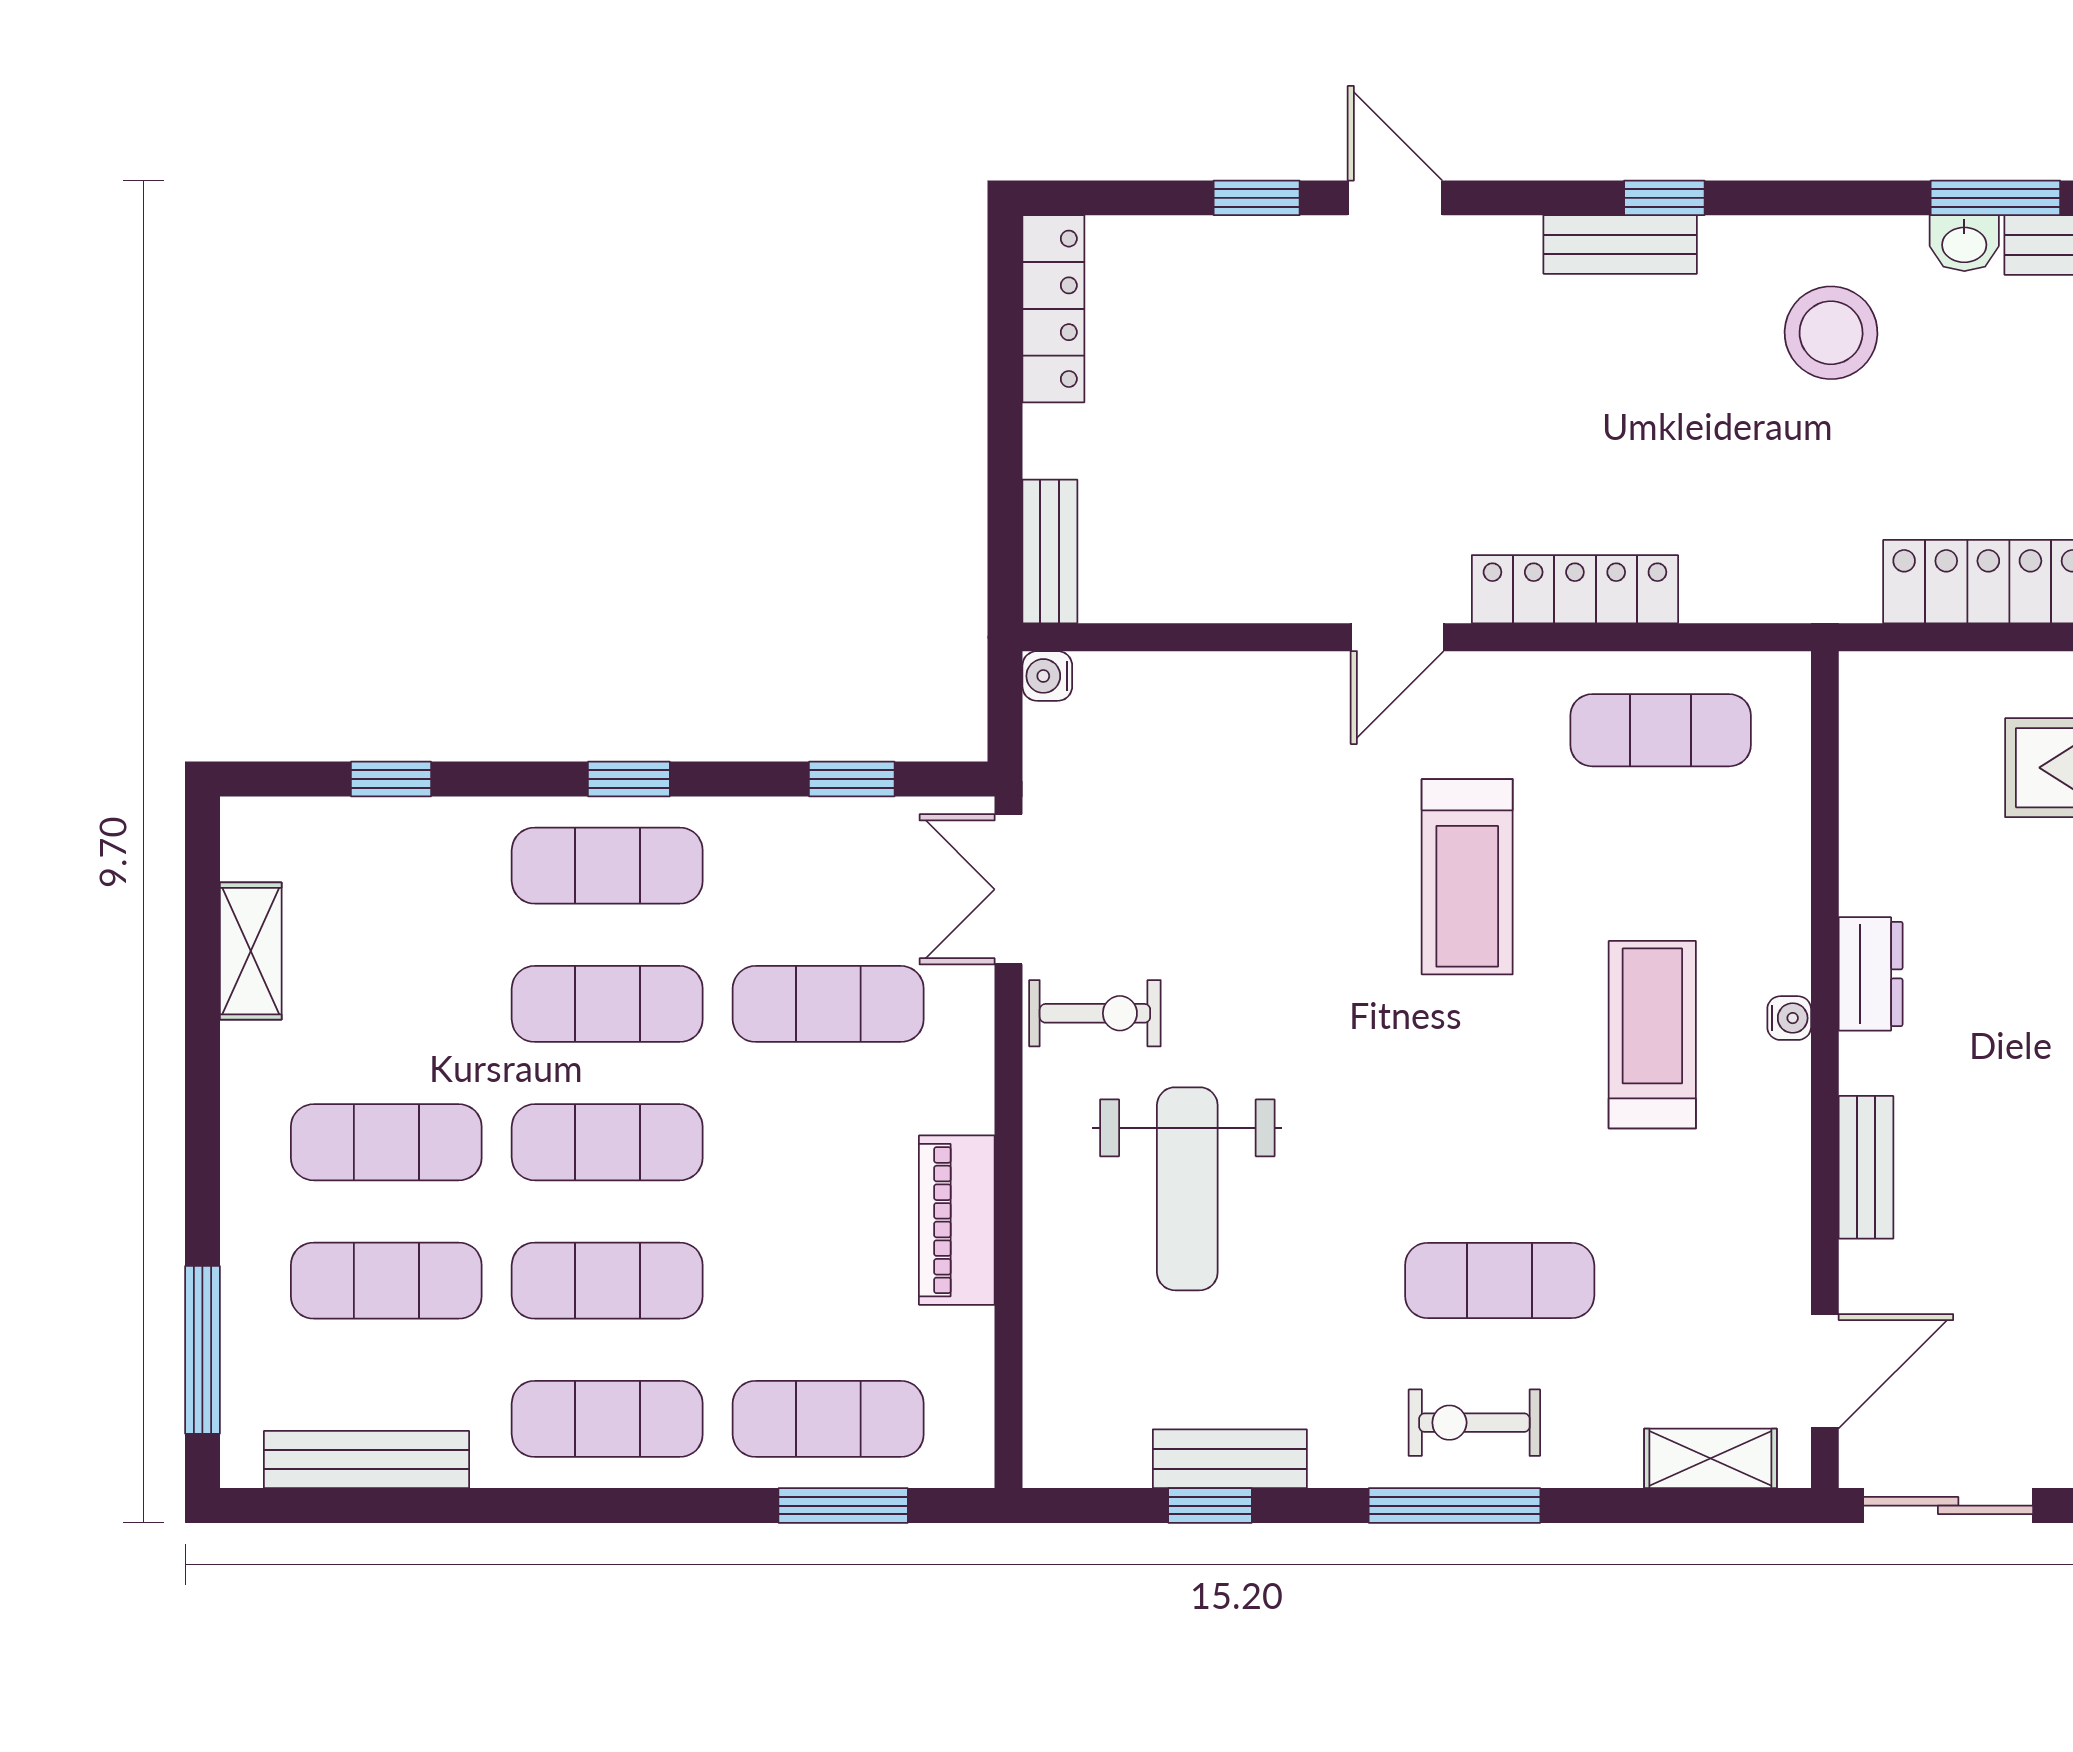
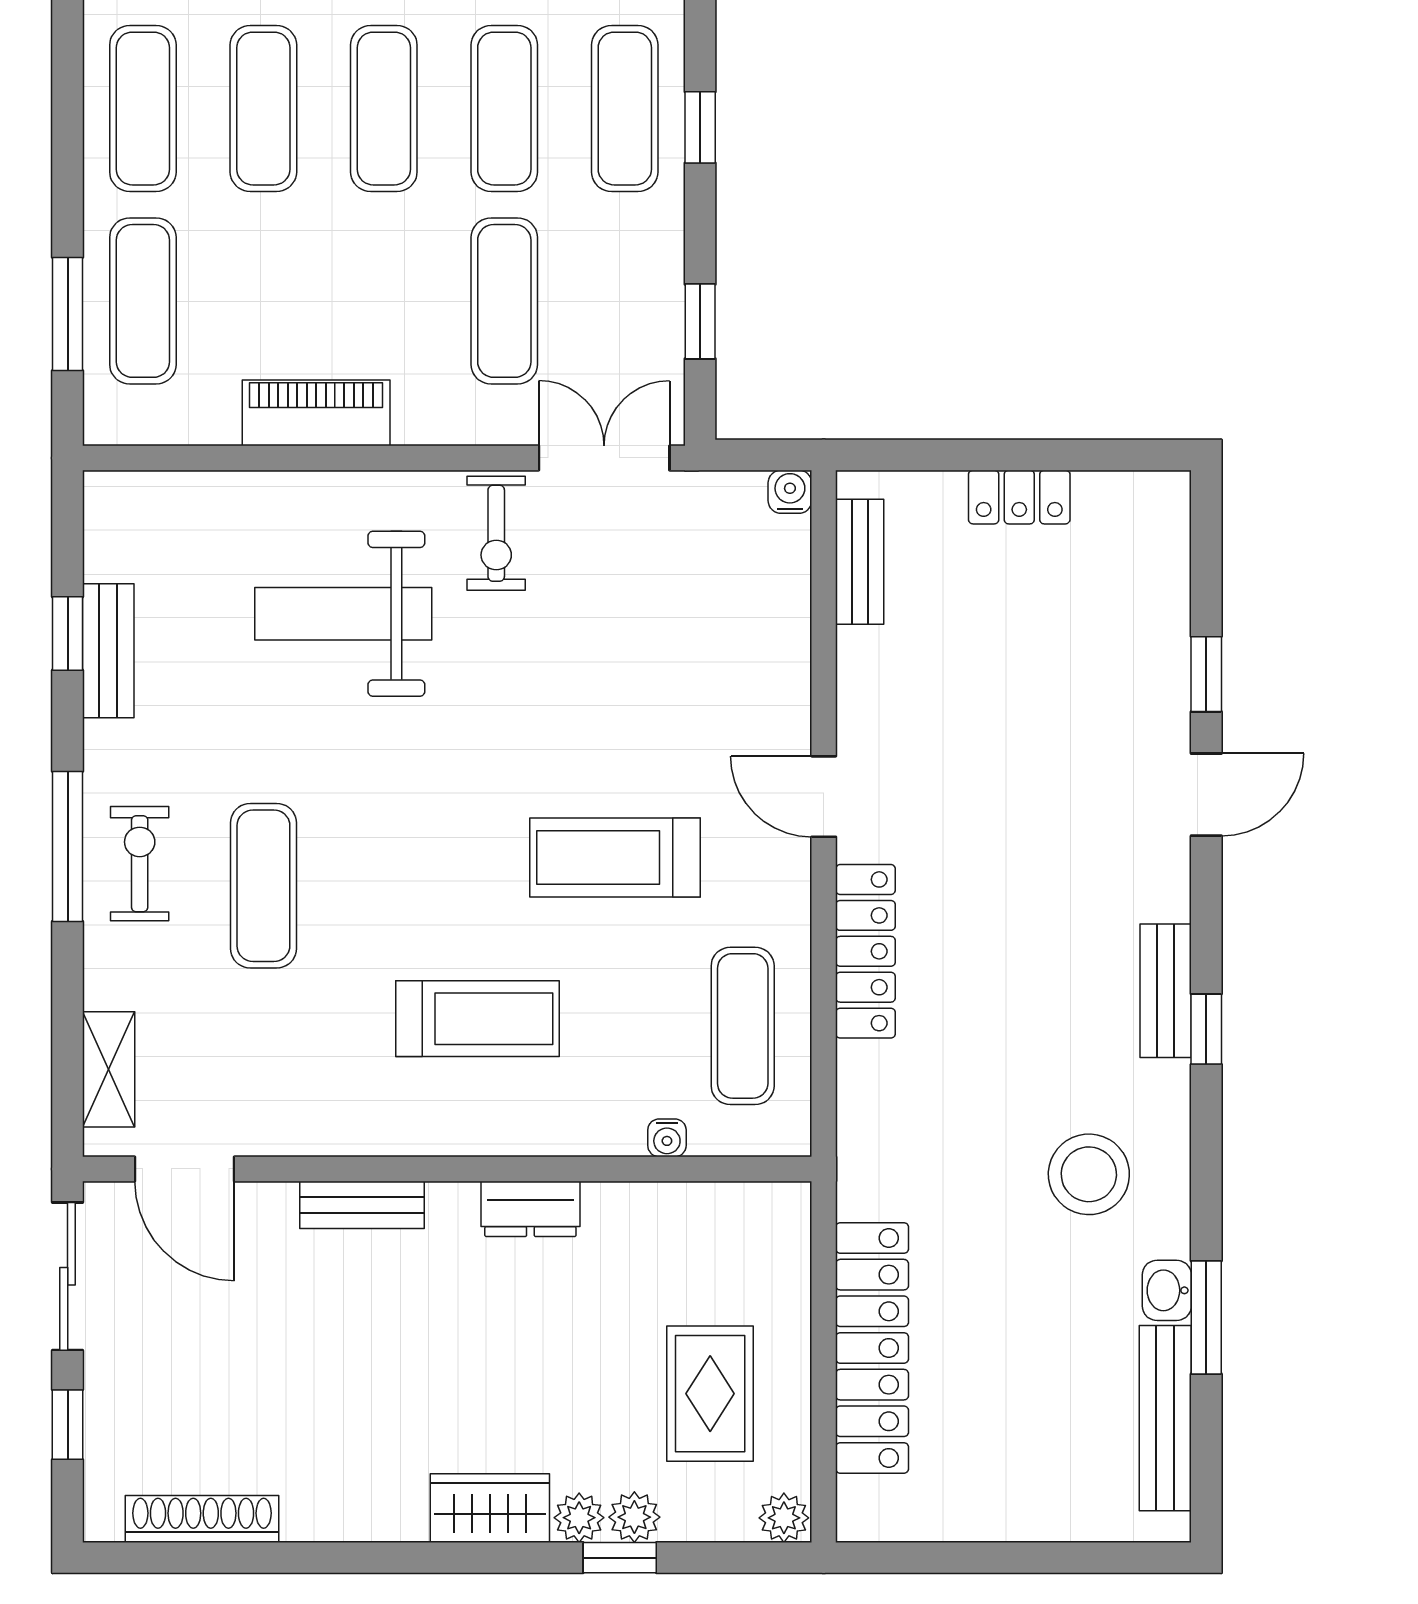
locker: (1053, 309) -> (1019, 497), moved, width x0.66
bench: (1050, 551) -> (860, 562), moved, turned 90
water cooler: (1789, 1018) -> (667, 1138), moved

